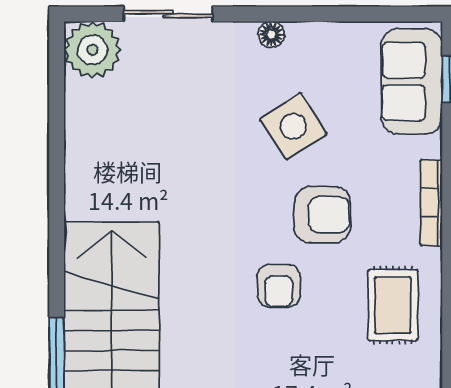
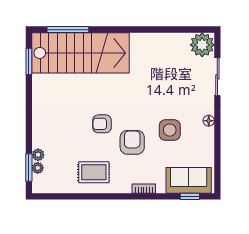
side table: (293, 126) -> (170, 130), turned 33
bookcase: (431, 203) -> (144, 189), width x0.64
armchair: (322, 215) -> (132, 142), turned 180

